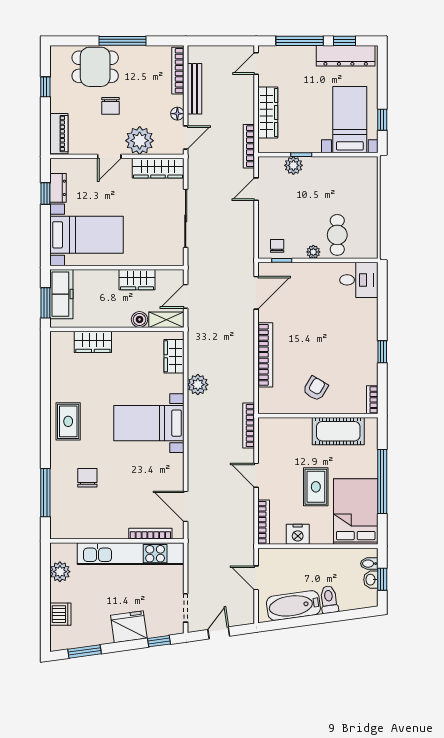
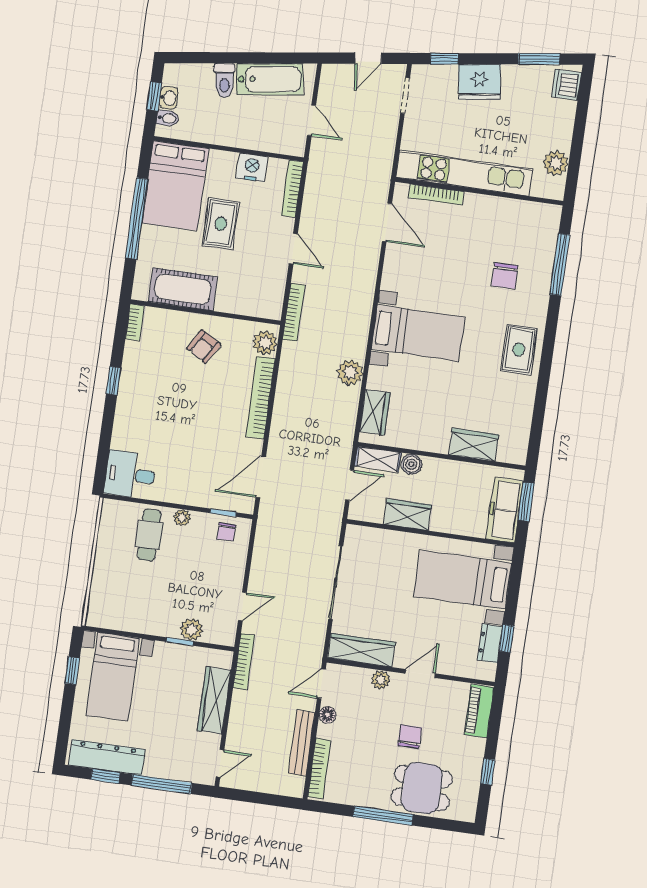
plant: (140, 141) -> (381, 680), width x0.53, depth x0.53
plant: (268, 398) -> (265, 343), added
dishwasher: (60, 614) -> (566, 85), moved

